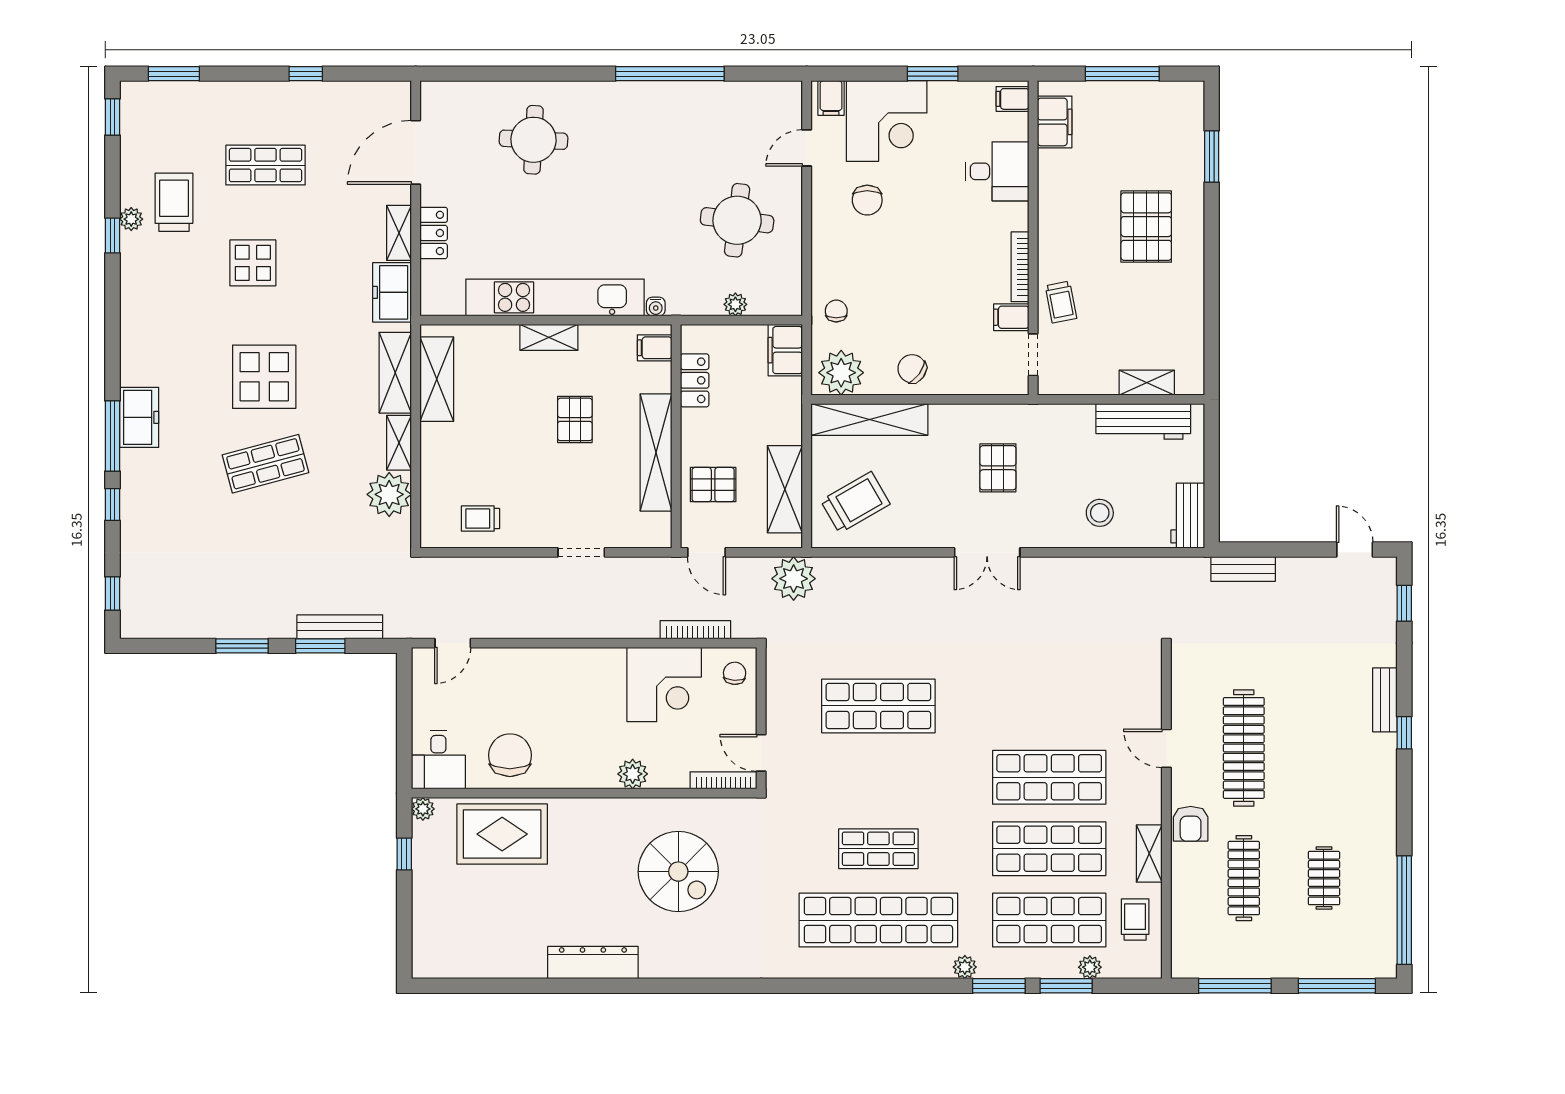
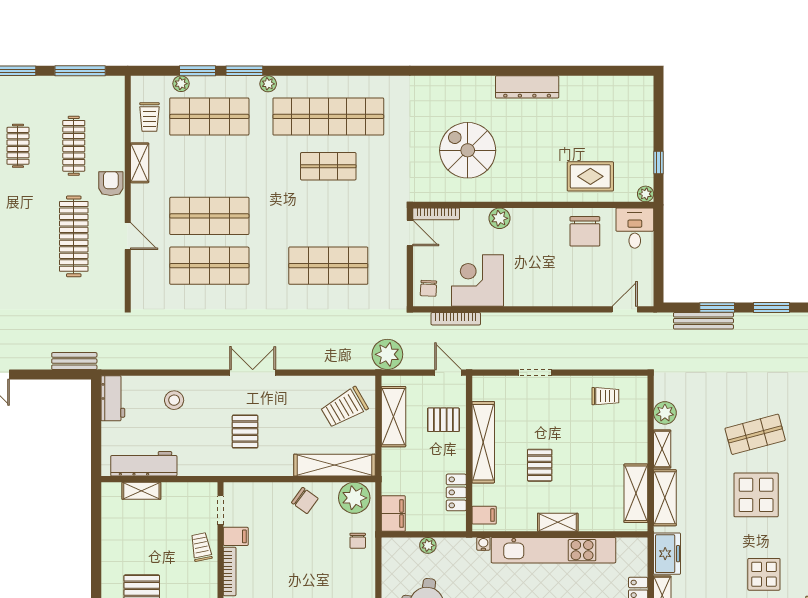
plant: (389, 494) -> (665, 413), width x0.73, depth x0.73
rug: (502, 834) -> (590, 176), width x0.73, depth x0.70
shop shelf: (1049, 849) -> (209, 266), moved

